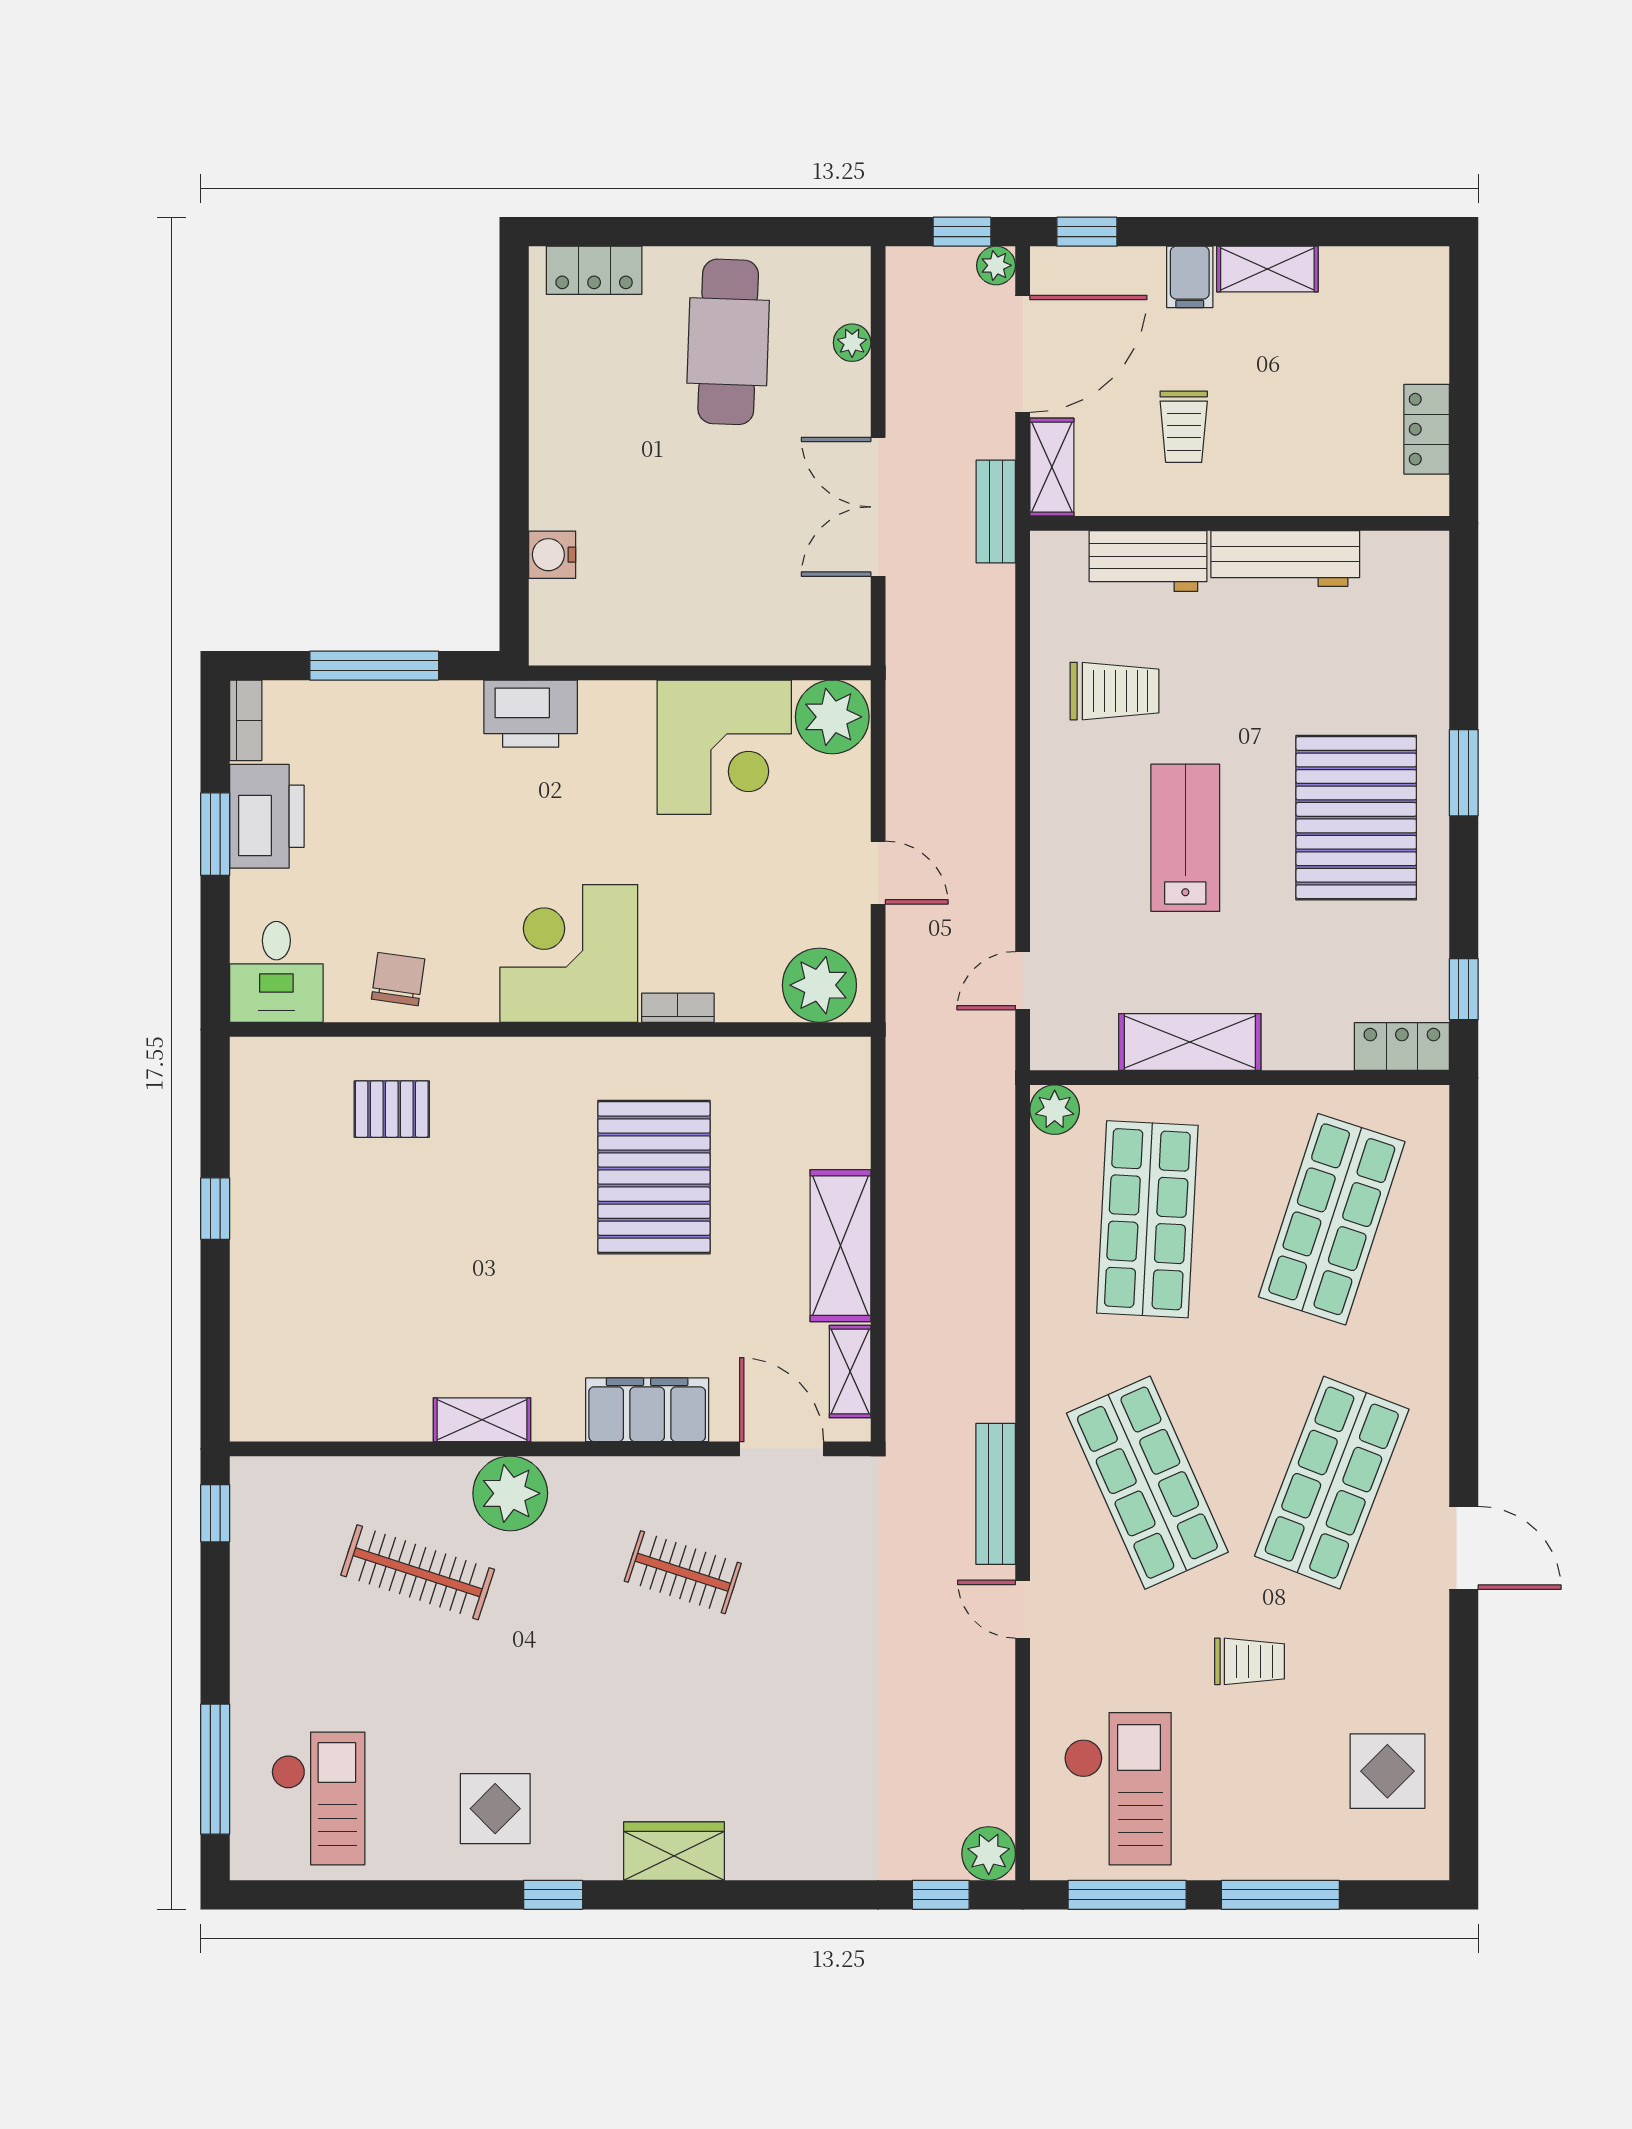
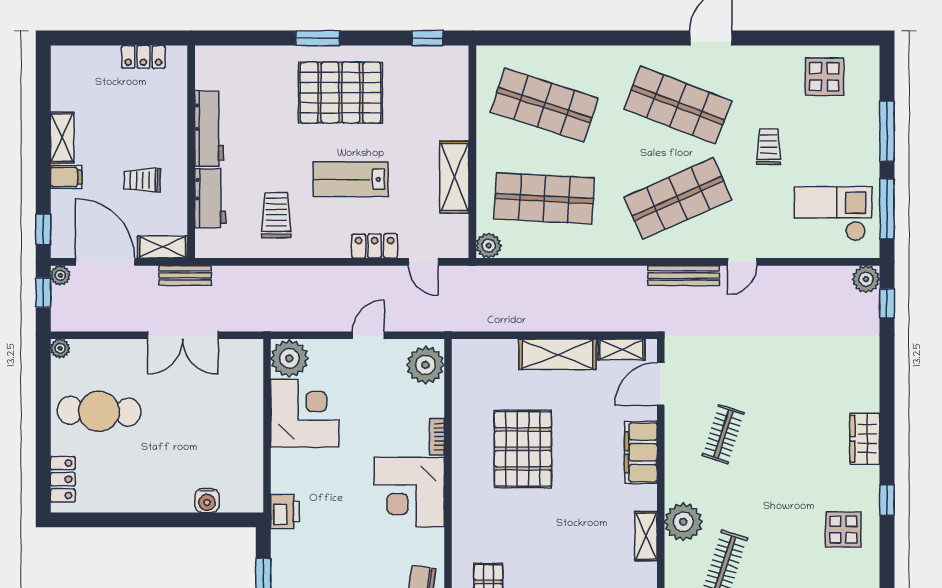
plant: (852, 343) -> (60, 348), moved
trolley: (1184, 427) -> (142, 180), turned 180
printer: (531, 714) -> (285, 511), width x0.73, depth x0.84
locker: (1402, 1047) -> (375, 246), moved, turned 90
pallet: (654, 1177) -> (523, 449), turned 90

